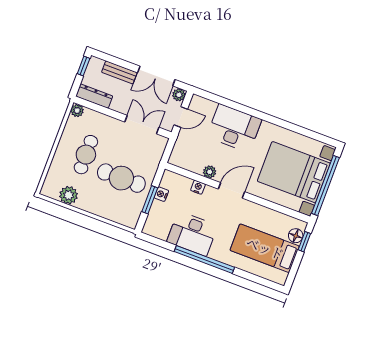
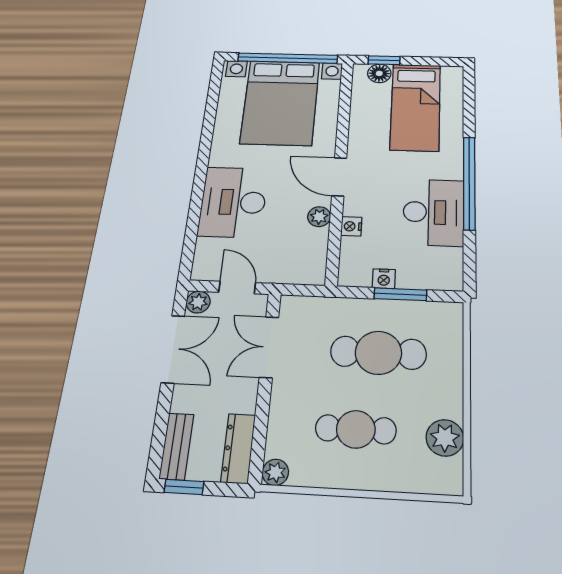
bench: (119, 72) -> (176, 446), moved
cafe table: (121, 178) -> (378, 353), turned 90

